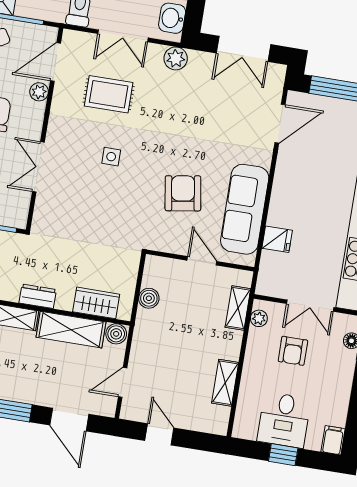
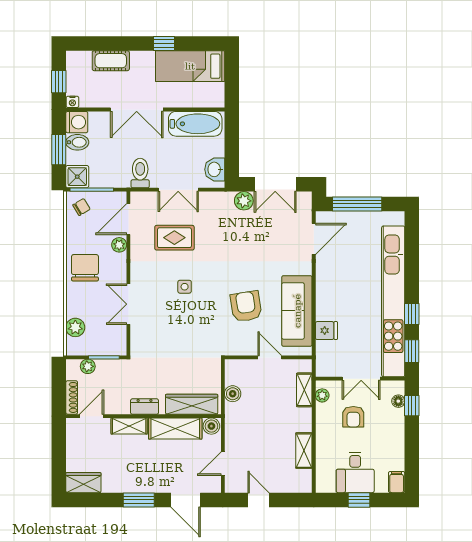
plant: (176, 58) -> (244, 201), moved
wardrobe: (96, 303) -> (192, 404), width x1.50

